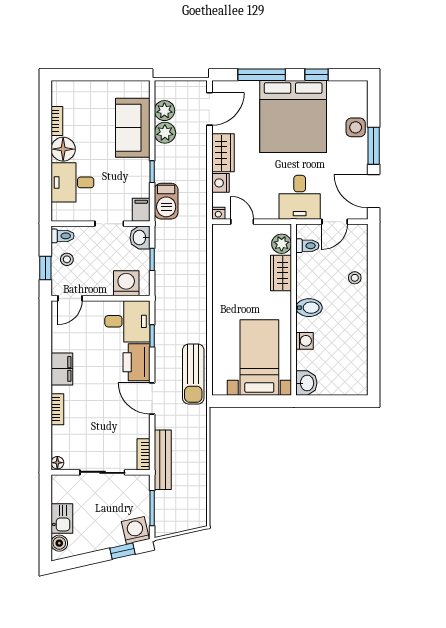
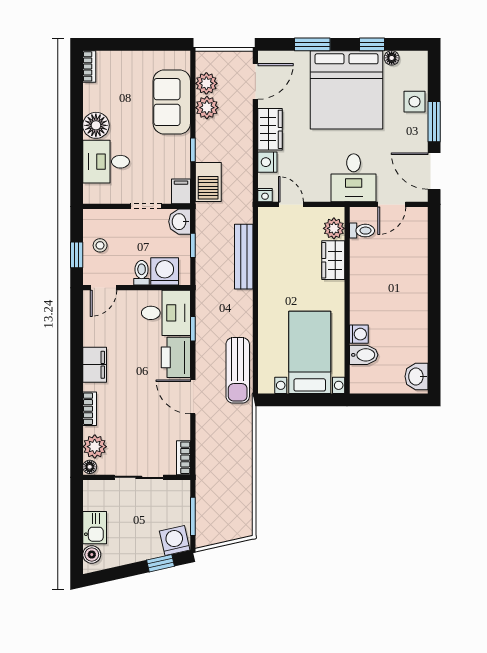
window: (262, 75) -> (312, 44), width x0.69
floor lamp: (335, 87) -> (392, 58), added
bookcase: (57, 121) -> (89, 66), moved
toilet: (63, 236) -> (142, 273), moved, turned -90
stool: (355, 278) -> (414, 266), removed
bidet: (309, 308) -> (364, 355), moved
washbasin: (306, 383) -> (417, 376), moved, turned 180
plant: (62, 444) -> (95, 447), added
bench: (163, 460) -> (244, 257), moved

